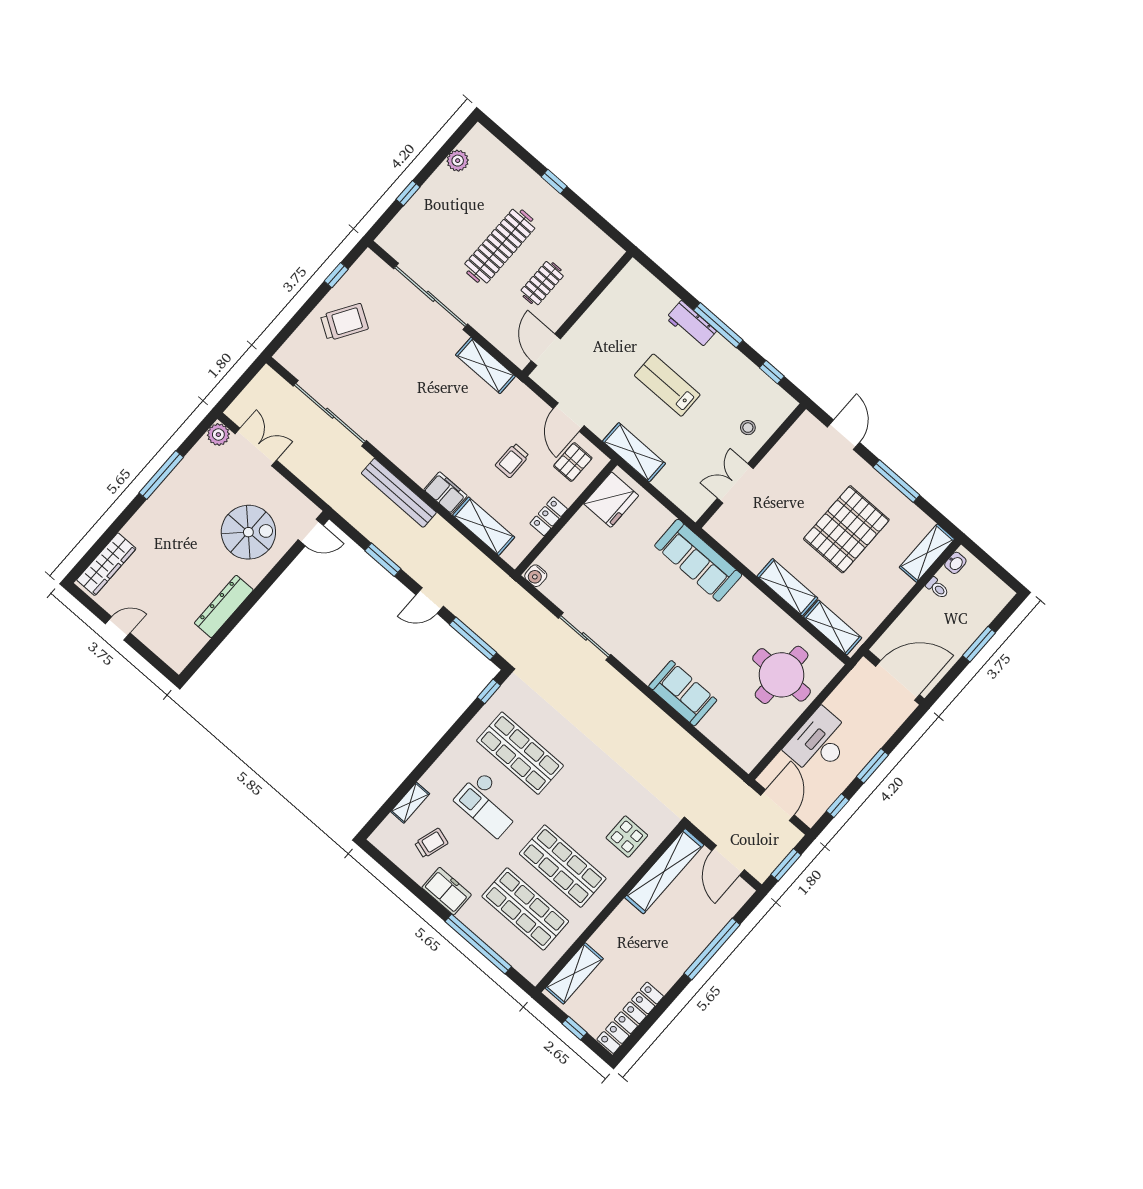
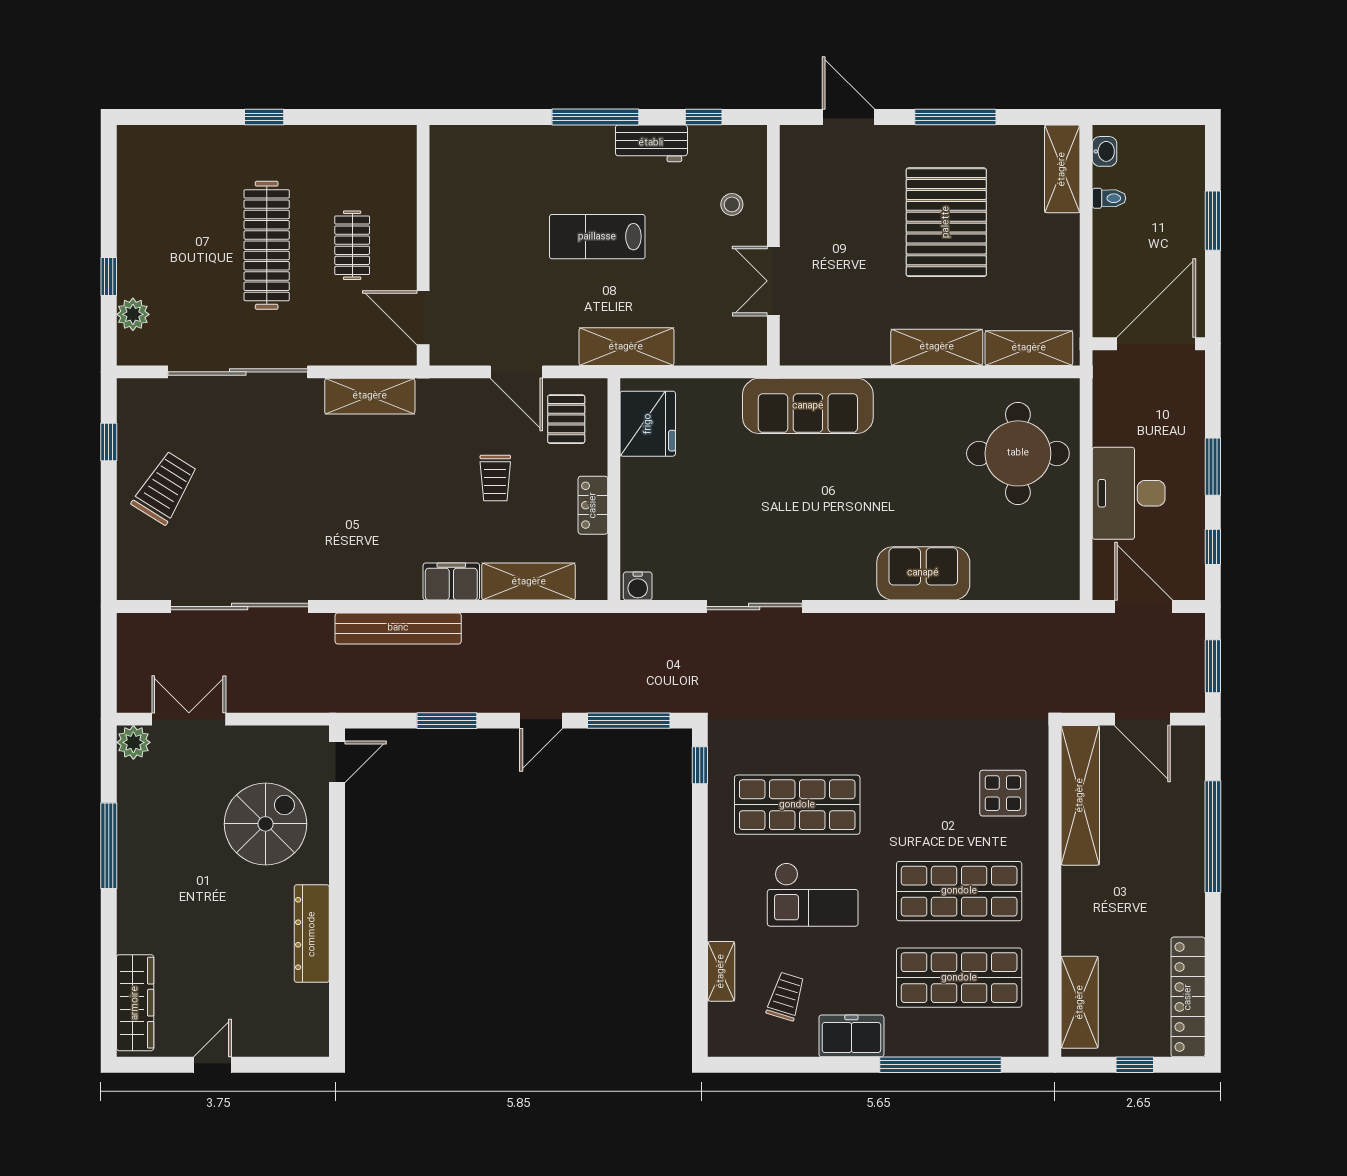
plant: (458, 161) -> (133, 314), moved
workbench: (691, 324) -> (651, 143), moved

